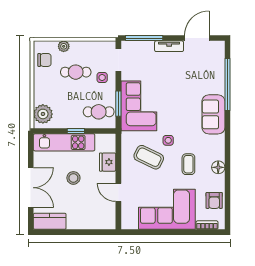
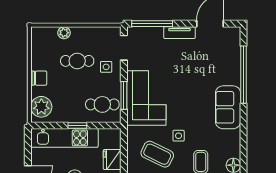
chair: (44, 60) -> (39, 78), moved

